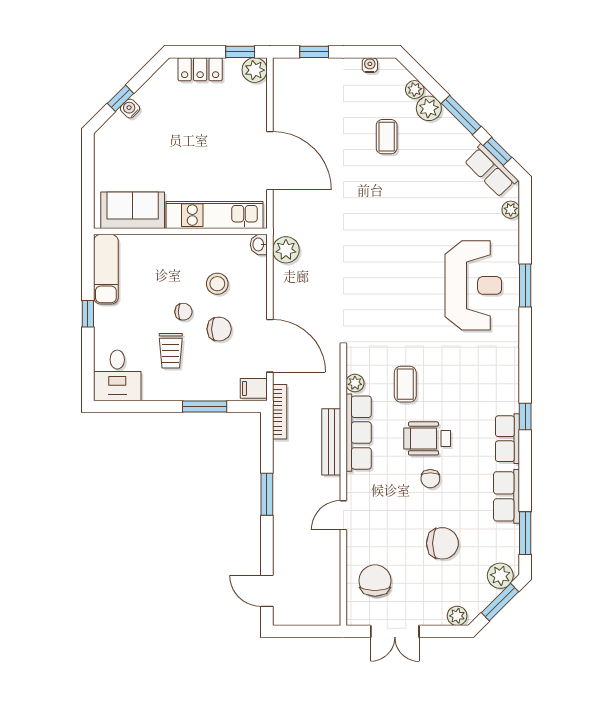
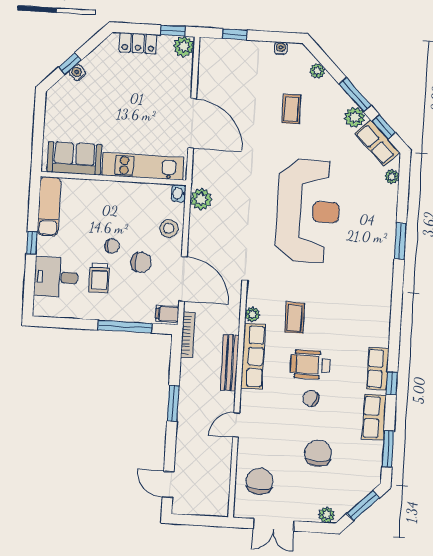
plant: (429, 108) -> (355, 117), moved
stool: (217, 284) -> (169, 228), moved
reception desk: (473, 285) -> (308, 211), moved, width x1.36, depth x1.30
desk: (117, 375) -> (56, 277), moved, turned 90
window: (205, 406) -> (125, 327), width x1.44
window: (525, 417) -> (392, 383), moved
chair: (430, 479) -> (311, 398), turned 108
chair: (442, 543) -> (318, 453), turned -90
plant: (500, 576) -> (365, 483), removed

